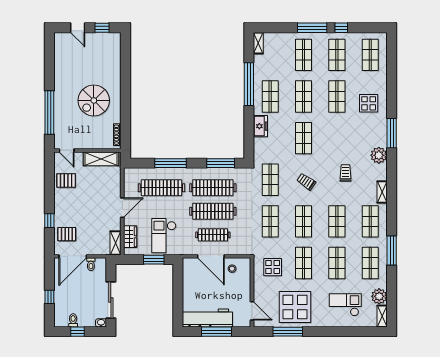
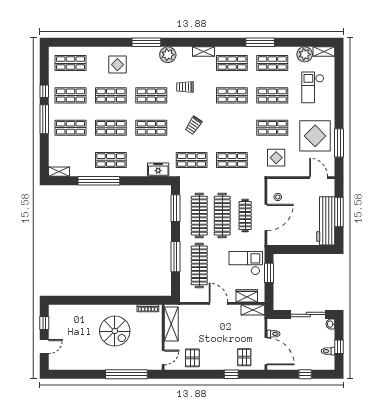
freezer: (260, 126) -> (158, 170), moved
shop shelf: (304, 221) -> (151, 95), moved
checkout: (164, 236) -> (246, 263), turned 180
door: (252, 311) -> (319, 178), hinge flipped

